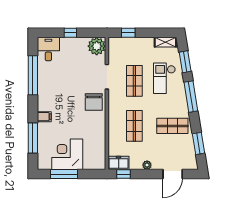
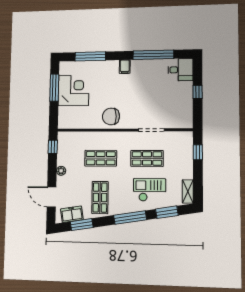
plant: (97, 46) -> (183, 119), removed
chair: (94, 102) -> (111, 116), moved
filing cabinet: (44, 117) -> (125, 67), moved
freezer: (119, 163) -> (72, 214), moved, turned -99

